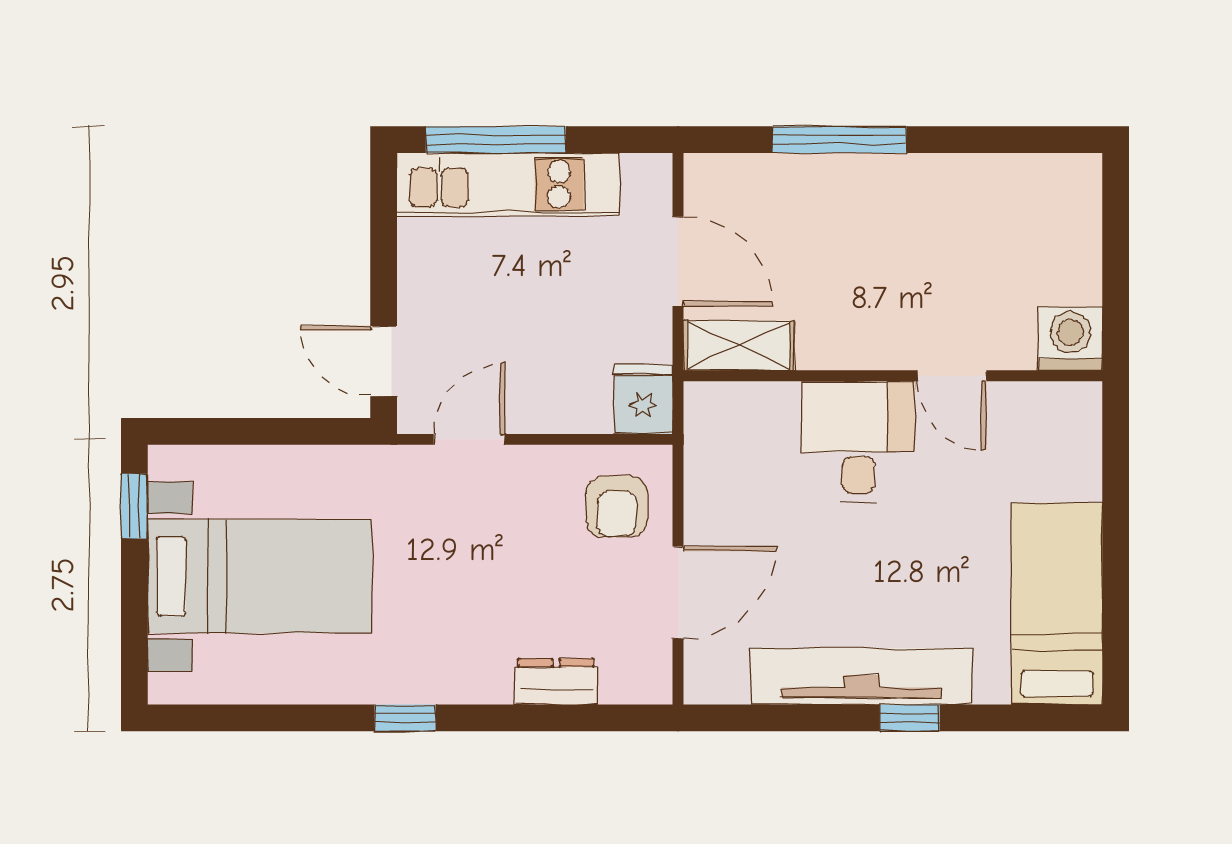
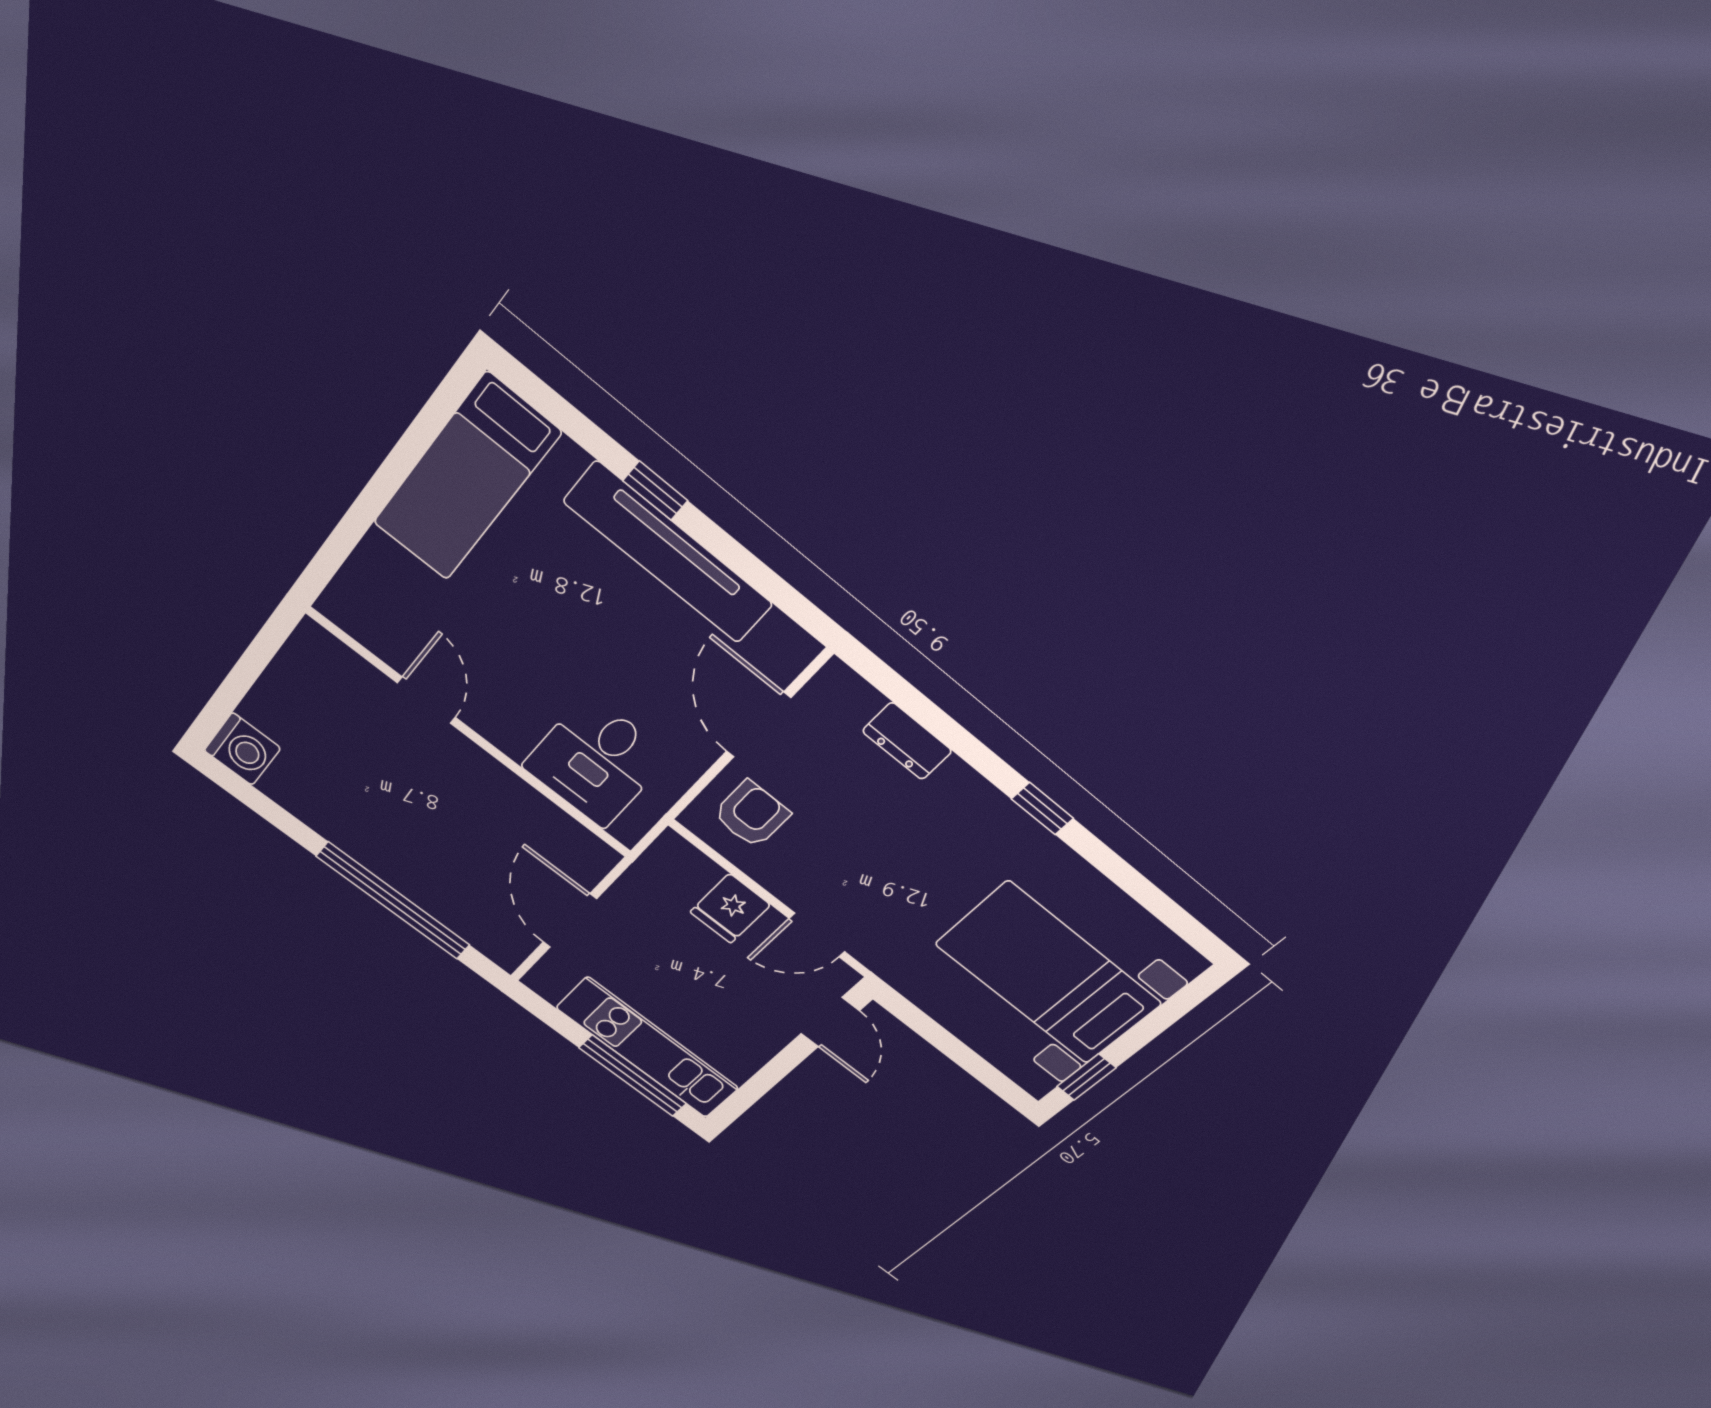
window: (839, 140) -> (393, 901), width x1.46
washing machine: (1071, 339) -> (242, 749), moved, turned -90
shelving: (739, 346) -> (571, 840), removed
fridge: (643, 399) -> (730, 909), moved
desk: (858, 442) -> (596, 761), moved
door: (678, 593) -> (758, 725), hinge flipped

